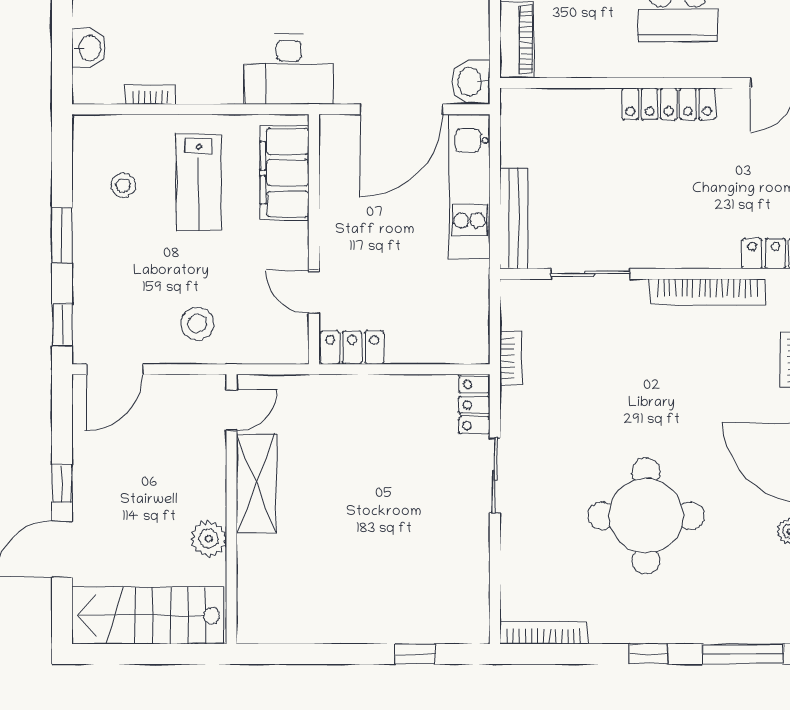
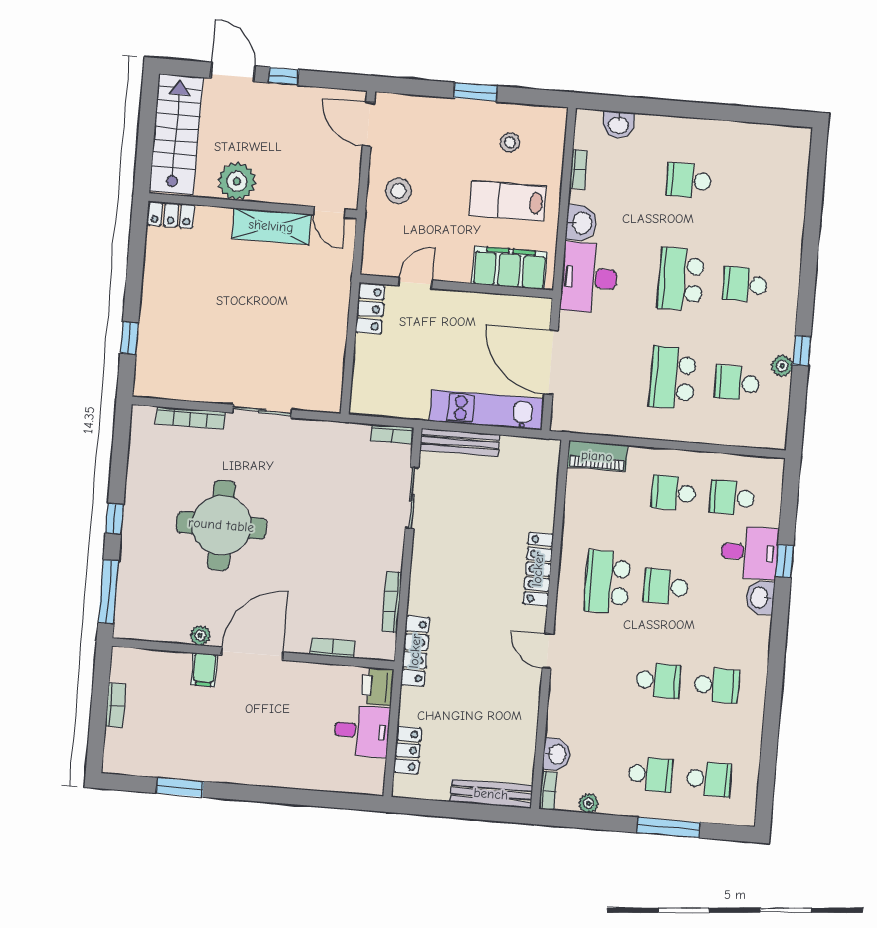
washbasin: (471, 82) -> (581, 223), moved, turned 90
bookcase: (708, 292) -> (392, 602), width x0.68, depth x0.76
window: (62, 325) -> (406, 86), removed
bookcase: (511, 358) -> (392, 434), moved
locker: (474, 405) -> (171, 215), moved, turned 180
plant: (209, 539) -> (237, 181), width x1.36, depth x1.36
bookcase: (544, 633) -> (190, 418), moved, turned 90

